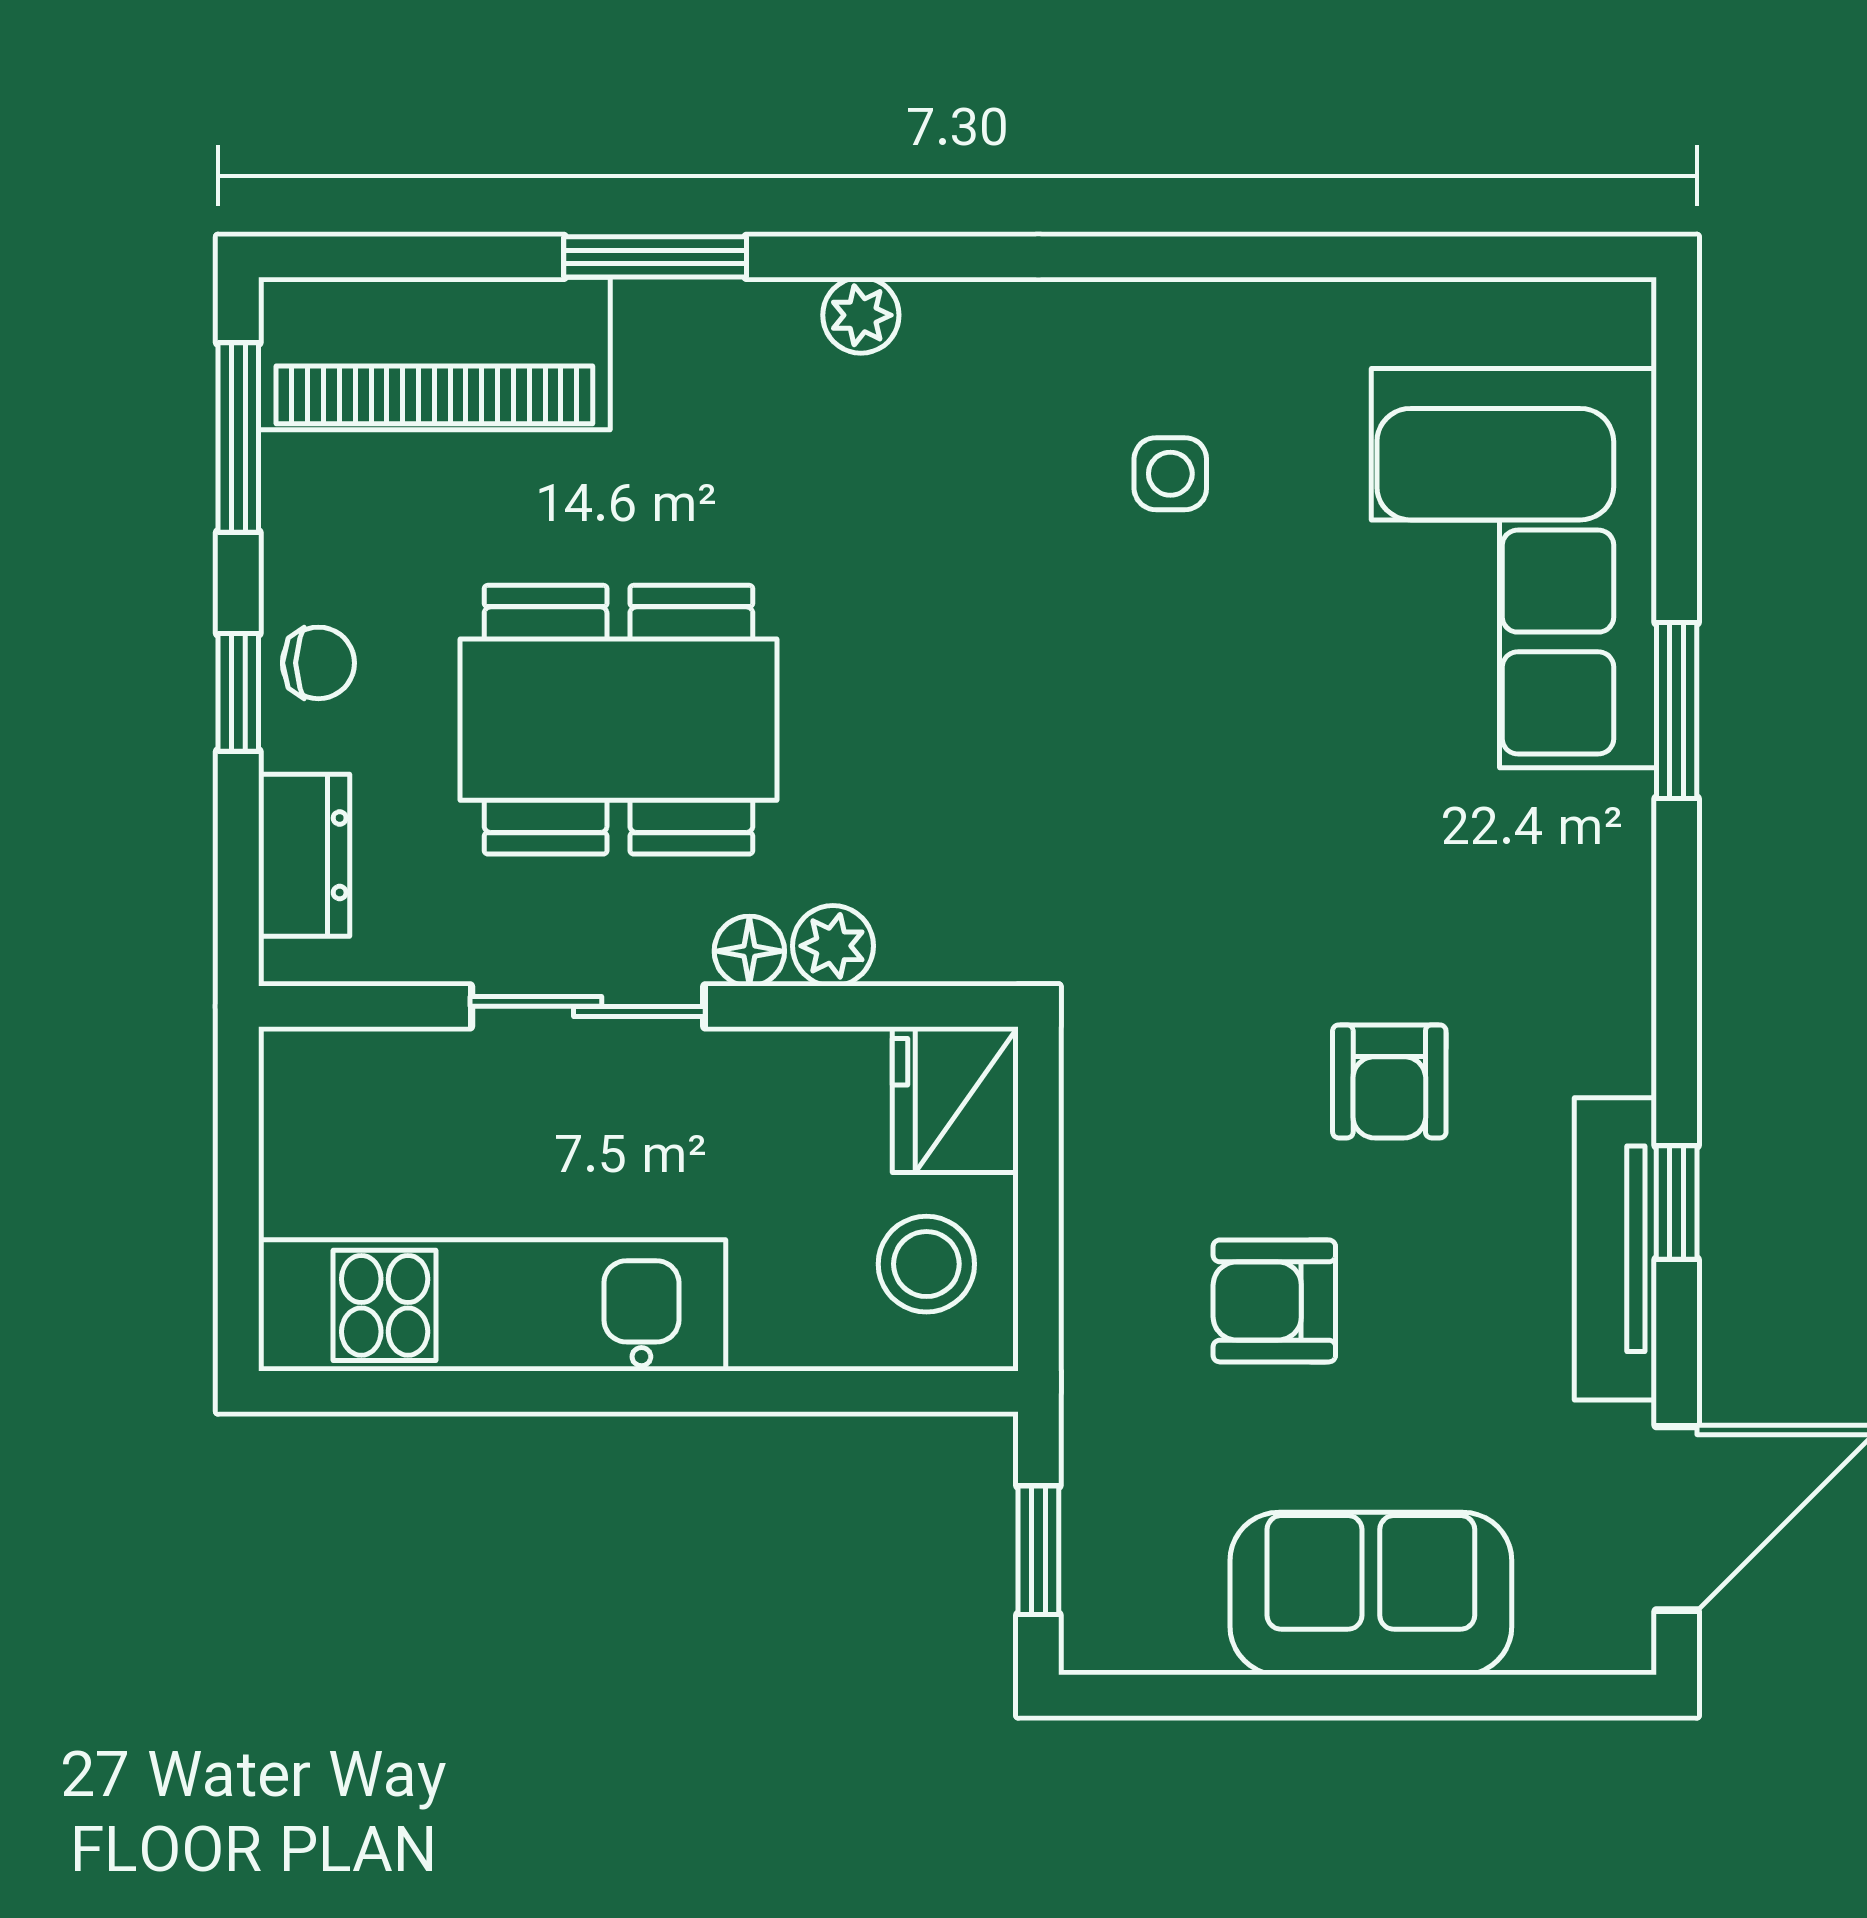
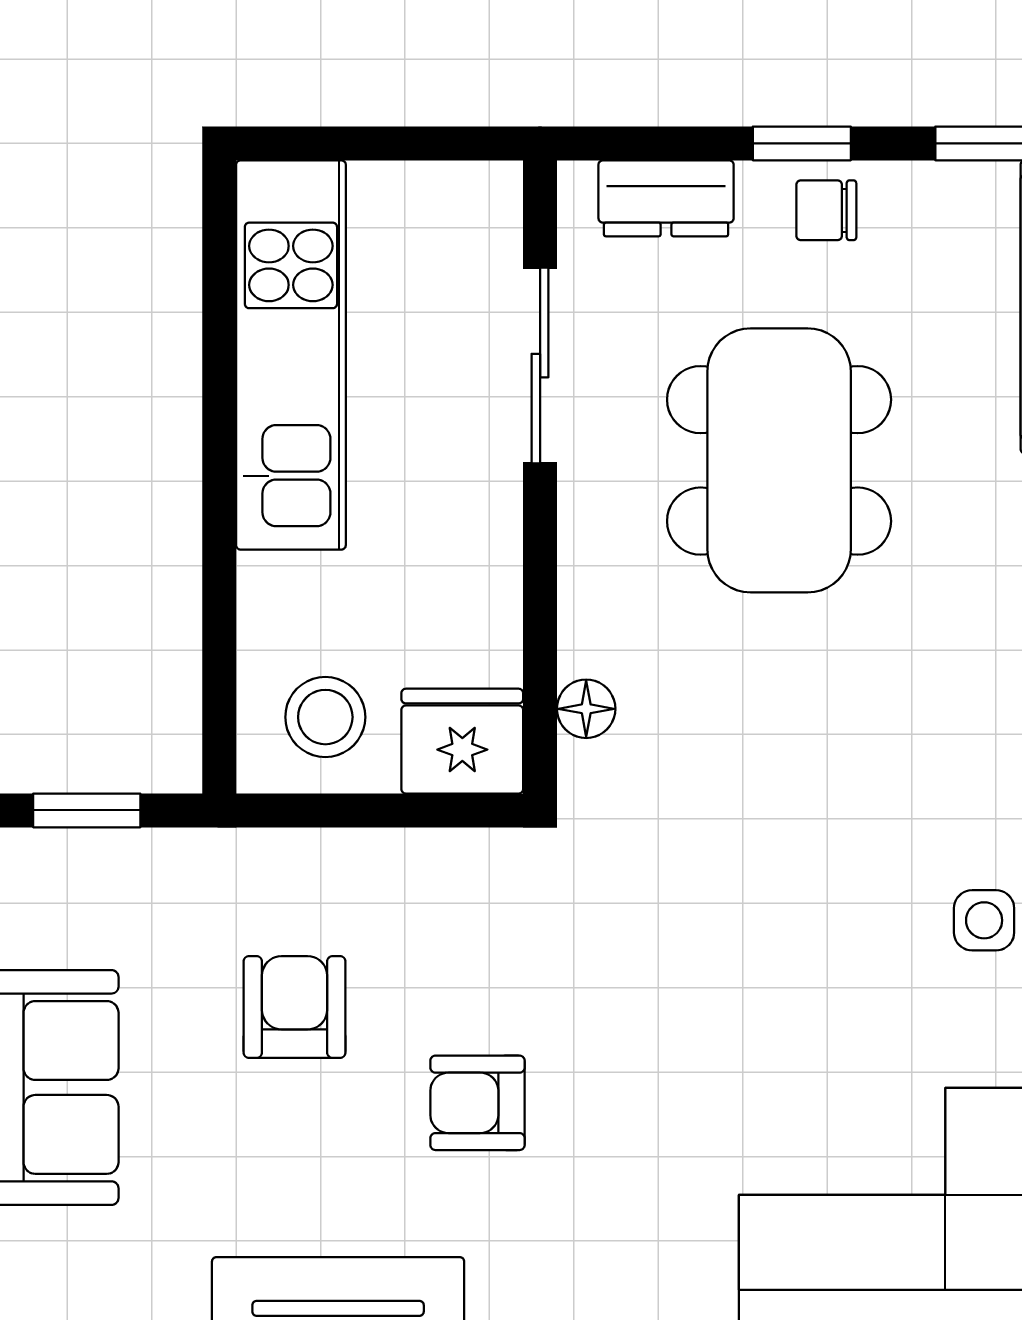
chair: (318, 663) -> (826, 210), turned 90
plant: (833, 946) -> (591, 639), removed
floor lamp: (749, 951) -> (586, 709), moved
sliding door: (588, 1006) -> (540, 366), moved

